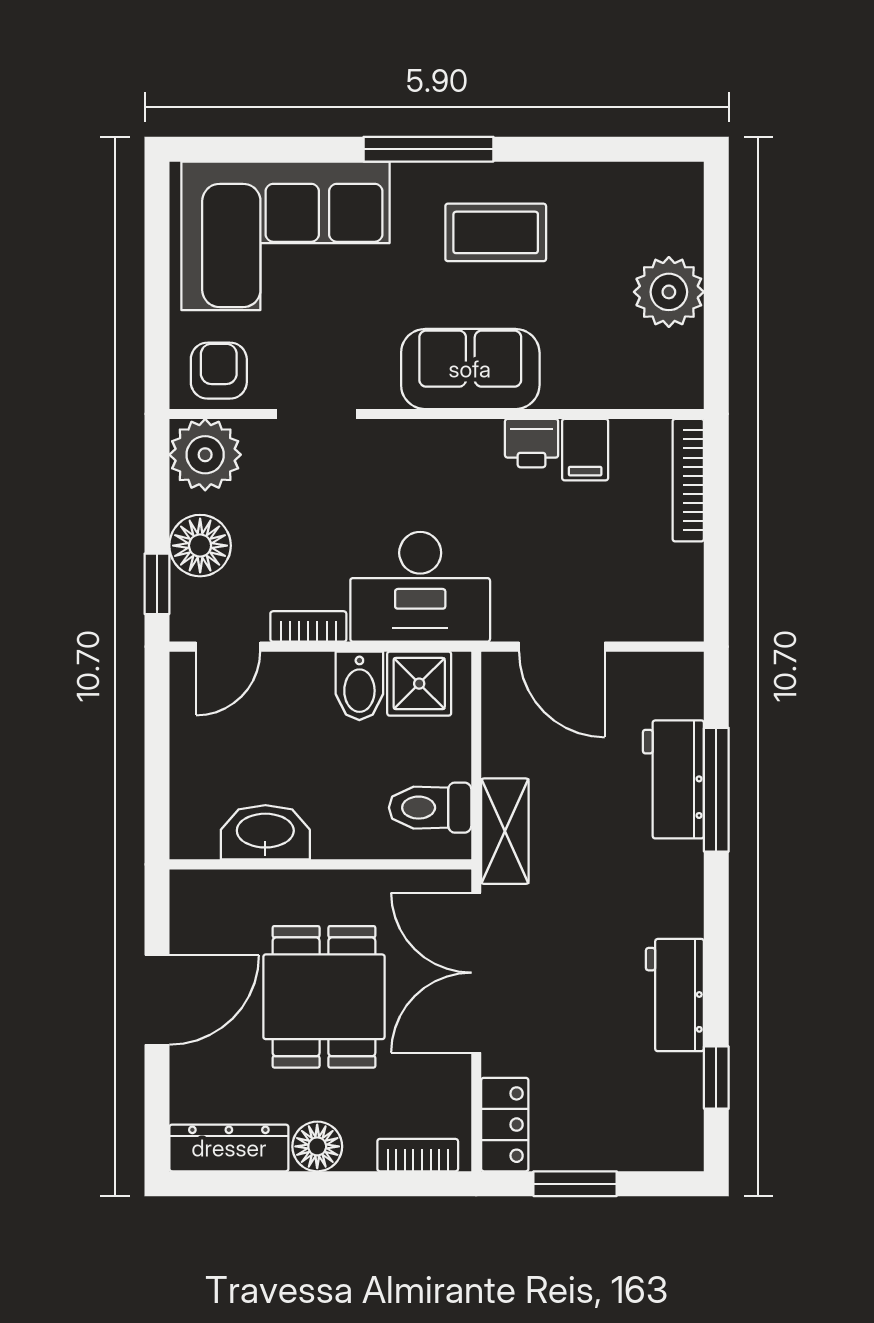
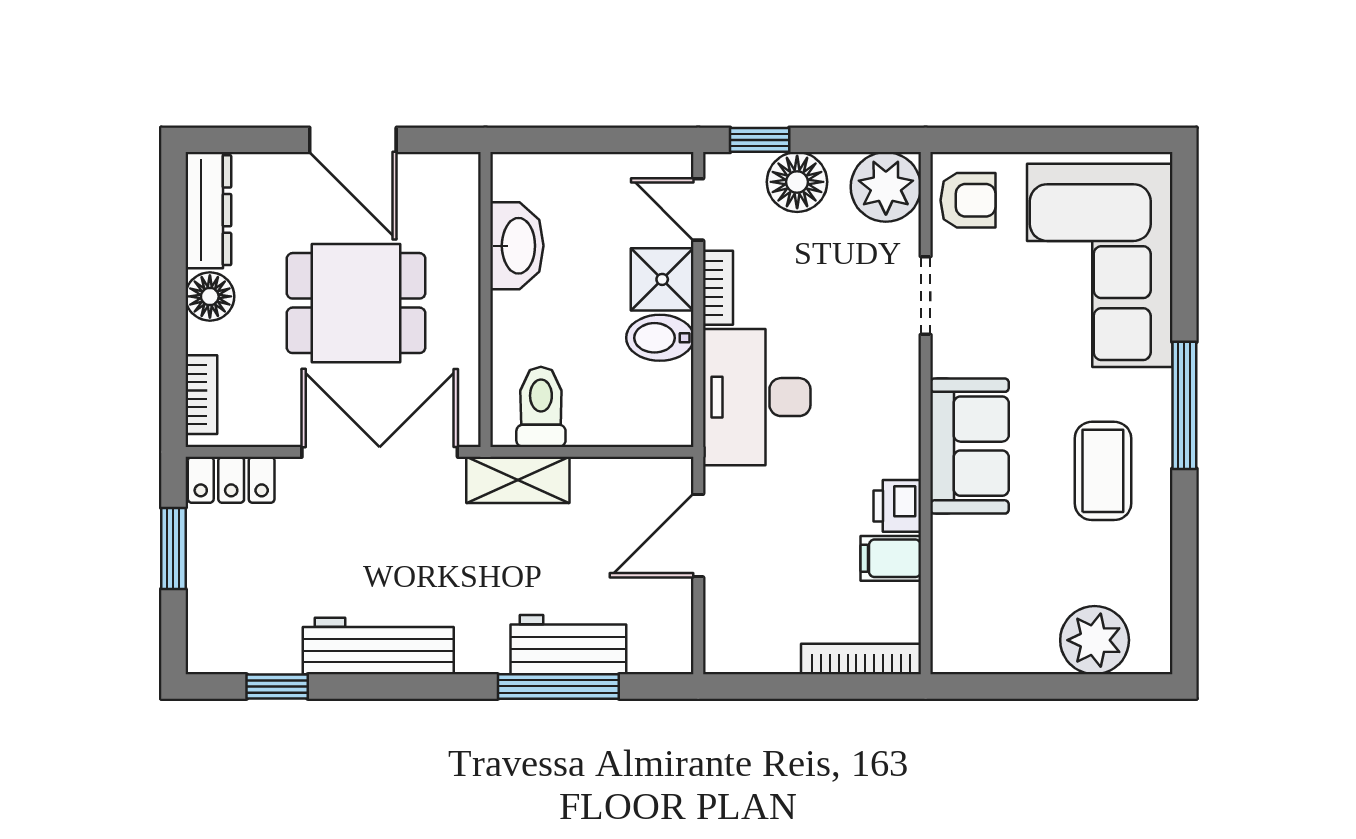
plant: (669, 292) -> (1095, 640), moved
shower: (419, 684) -> (662, 279), moved
workbench: (675, 995) -> (378, 646), width x1.38

